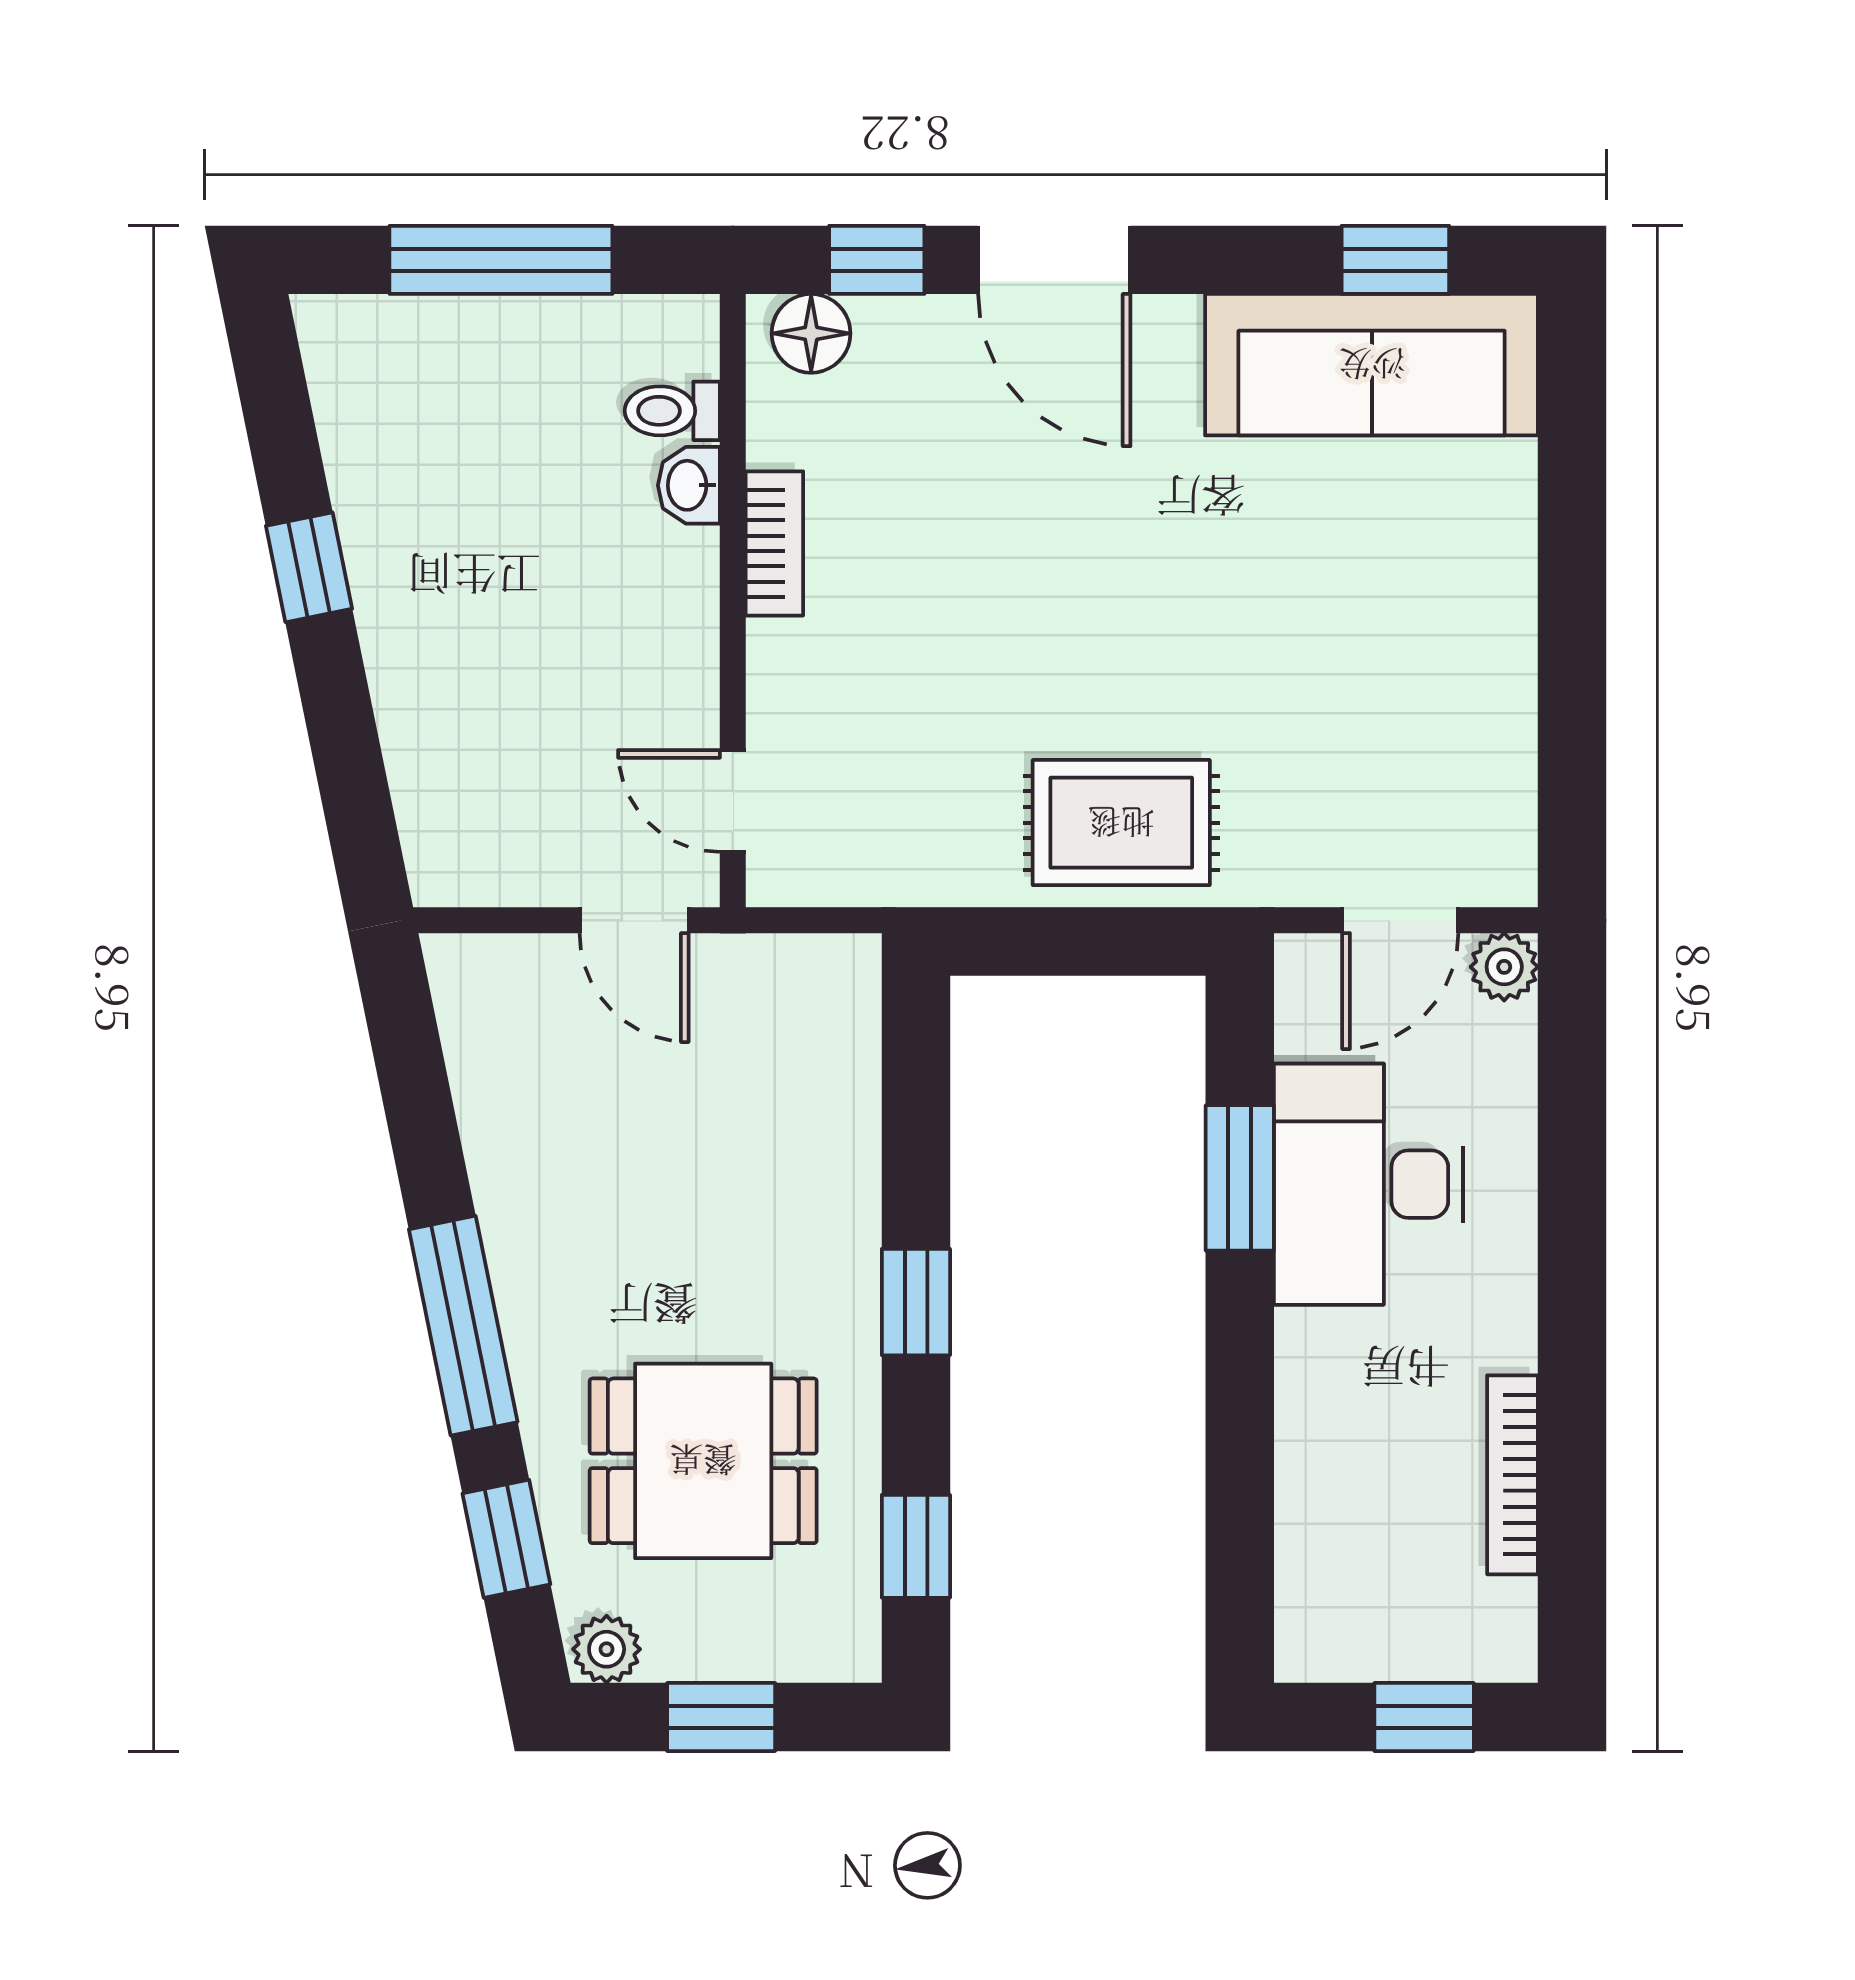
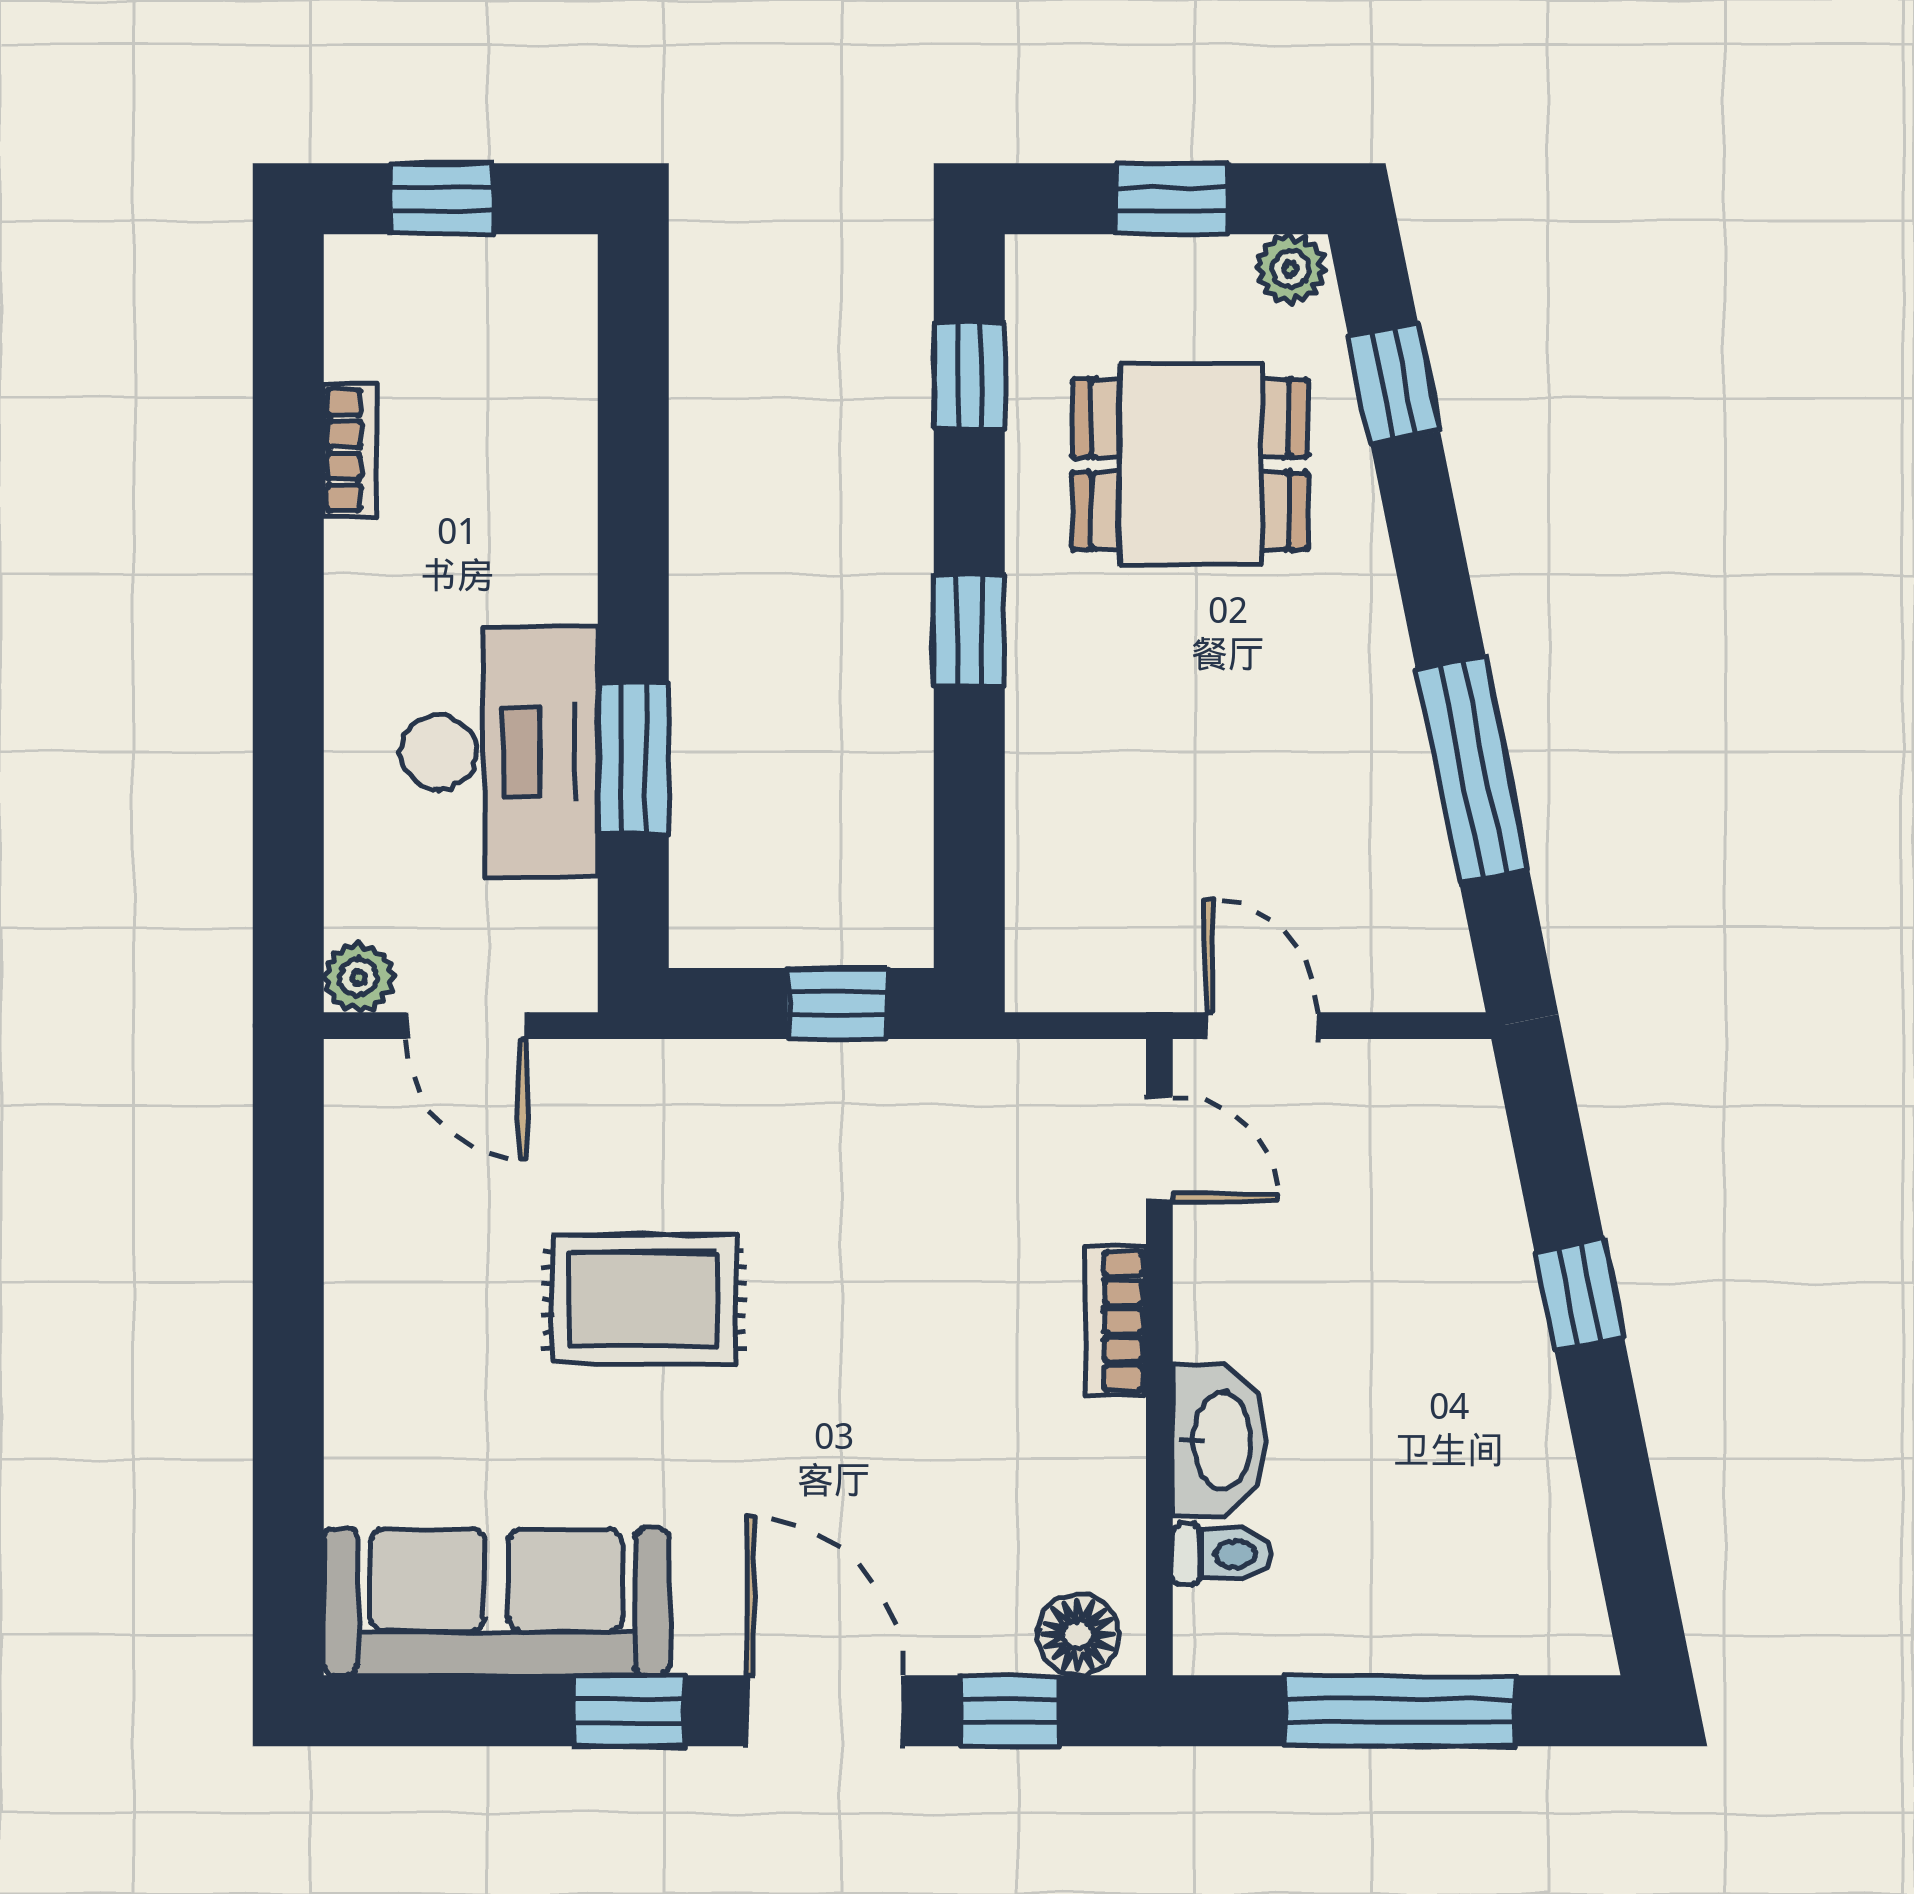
window: (1395, 260) -> (629, 1711), moved
washbasin: (689, 485) -> (1219, 1441), width x1.91, depth x1.45
bookcase: (774, 543) -> (1116, 1321), moved
window: (309, 567) -> (1579, 1295), moved
rug: (1121, 823) -> (643, 1299), moved
door: (1400, 920) -> (467, 1026), swing flipped
window: (1043, 942) -> (837, 1003), added
window: (463, 1326) -> (1472, 769), moved
bookcase: (1513, 1475) -> (350, 450), width x0.64

